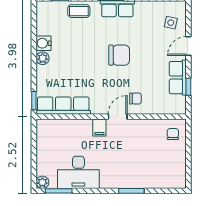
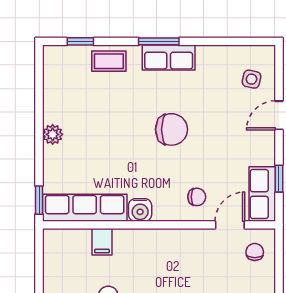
water cooler: (43, 43) -> (140, 210), moved, turned -90
row of seats: (178, 78) -> (262, 194), moved
door: (118, 117) -> (230, 225), moved
filing cabinet: (99, 127) -> (102, 242), moved

